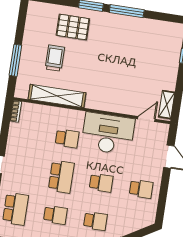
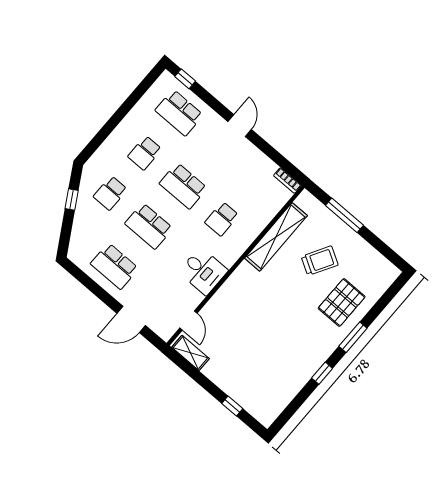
window: (127, 11) -> (322, 373), width x0.46
trolley: (55, 58) -> (320, 261), turned -60
desk: (108, 134) -> (203, 271), width x0.53, depth x0.77
school desk: (101, 183) -> (149, 226), width x1.85
school desk: (141, 189) -> (114, 266), width x1.85

